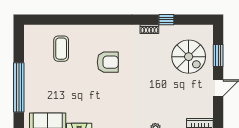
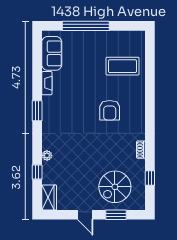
window: (166, 20) -> (150, 178), moved
coffee table: (61, 49) -> (122, 66), width x1.36, depth x1.32

